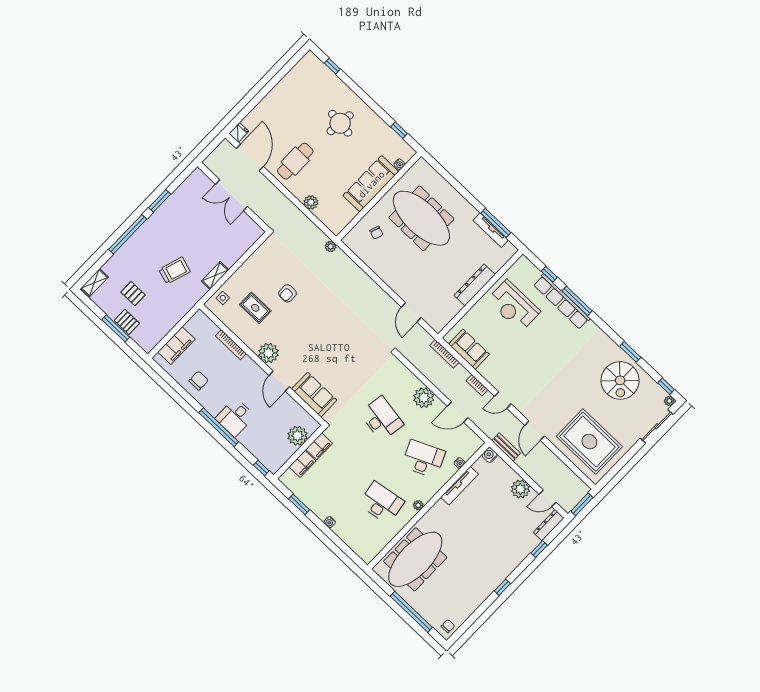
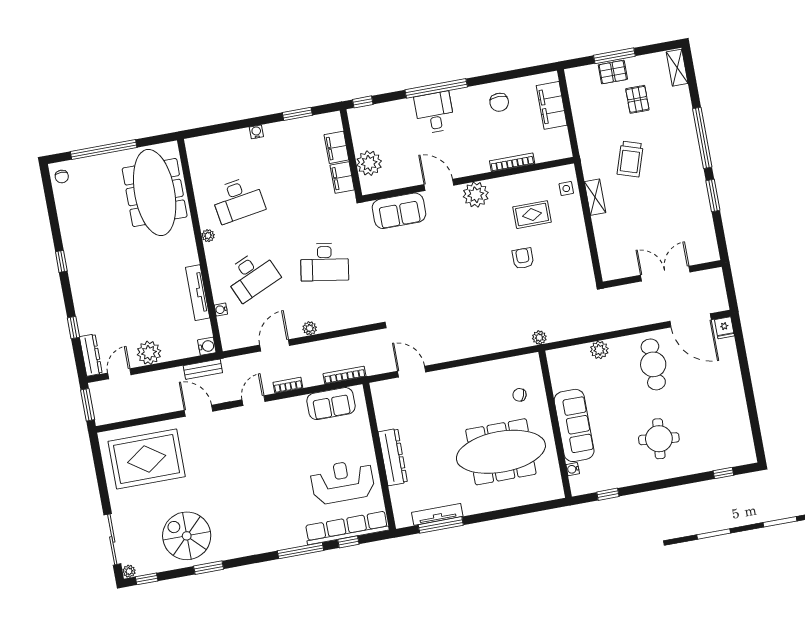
pallet: (133, 294) -> (637, 99), turned 90
row of seats: (562, 301) -> (347, 528), moved
plant: (424, 398) -> (310, 328), width x0.53, depth x0.53

